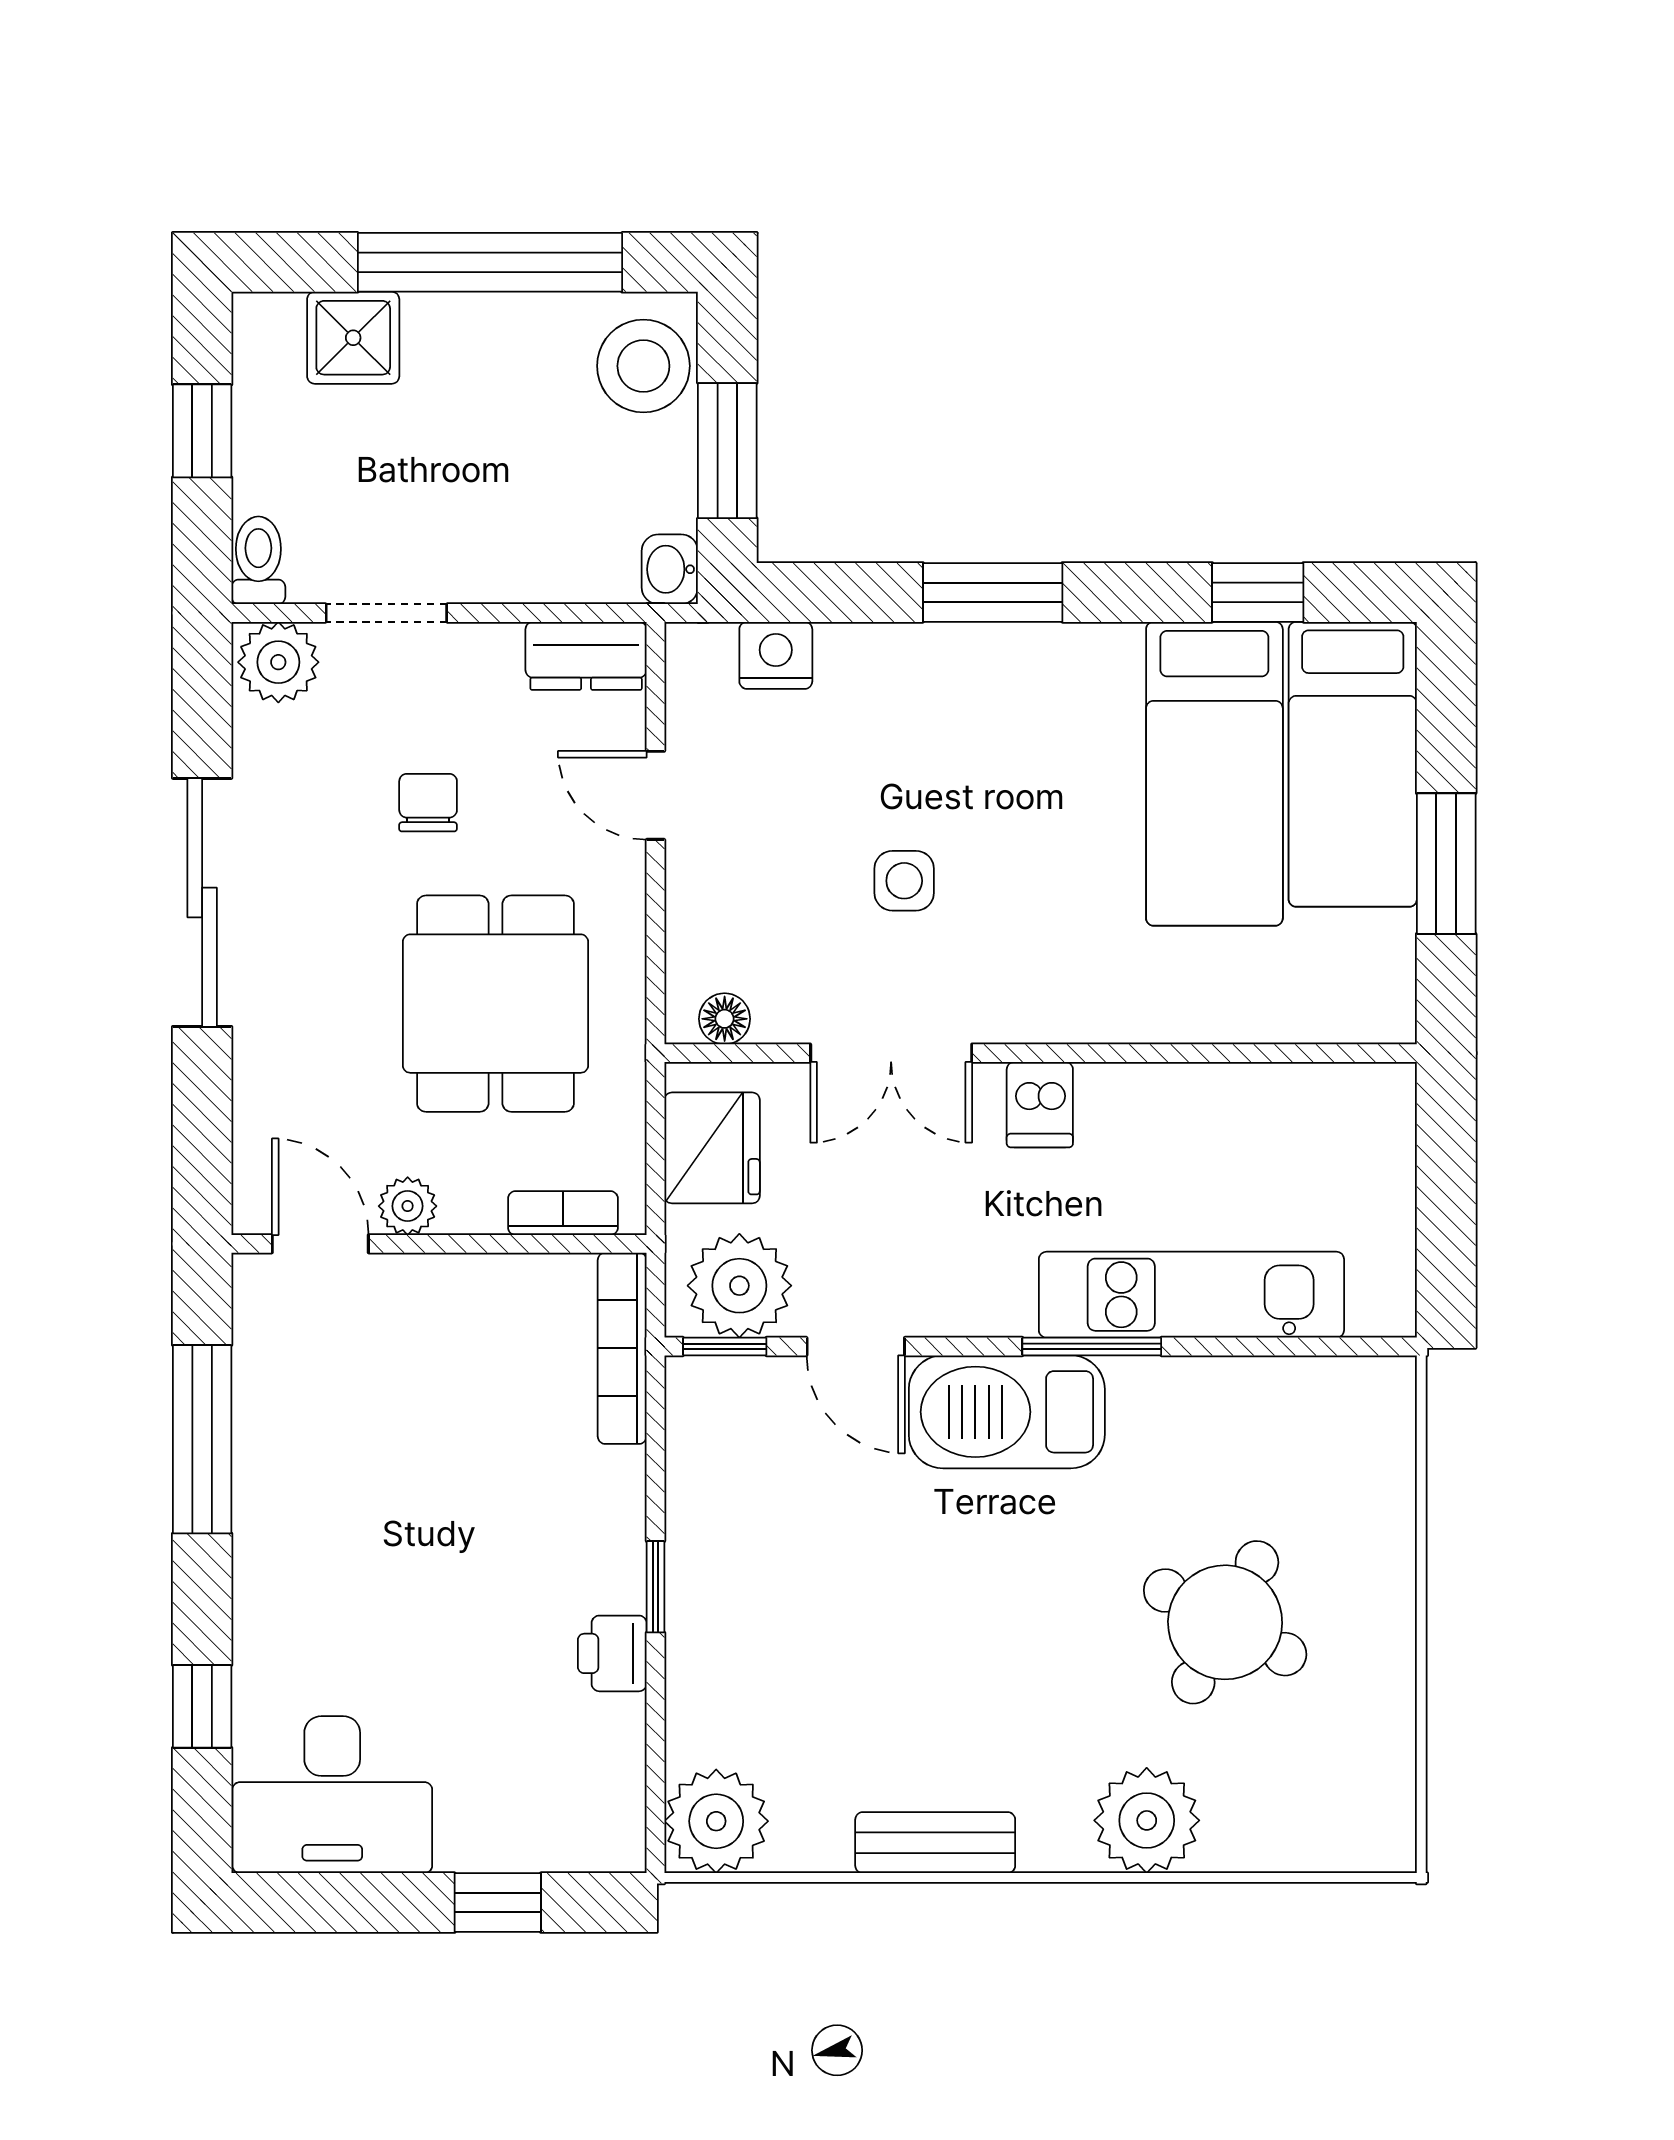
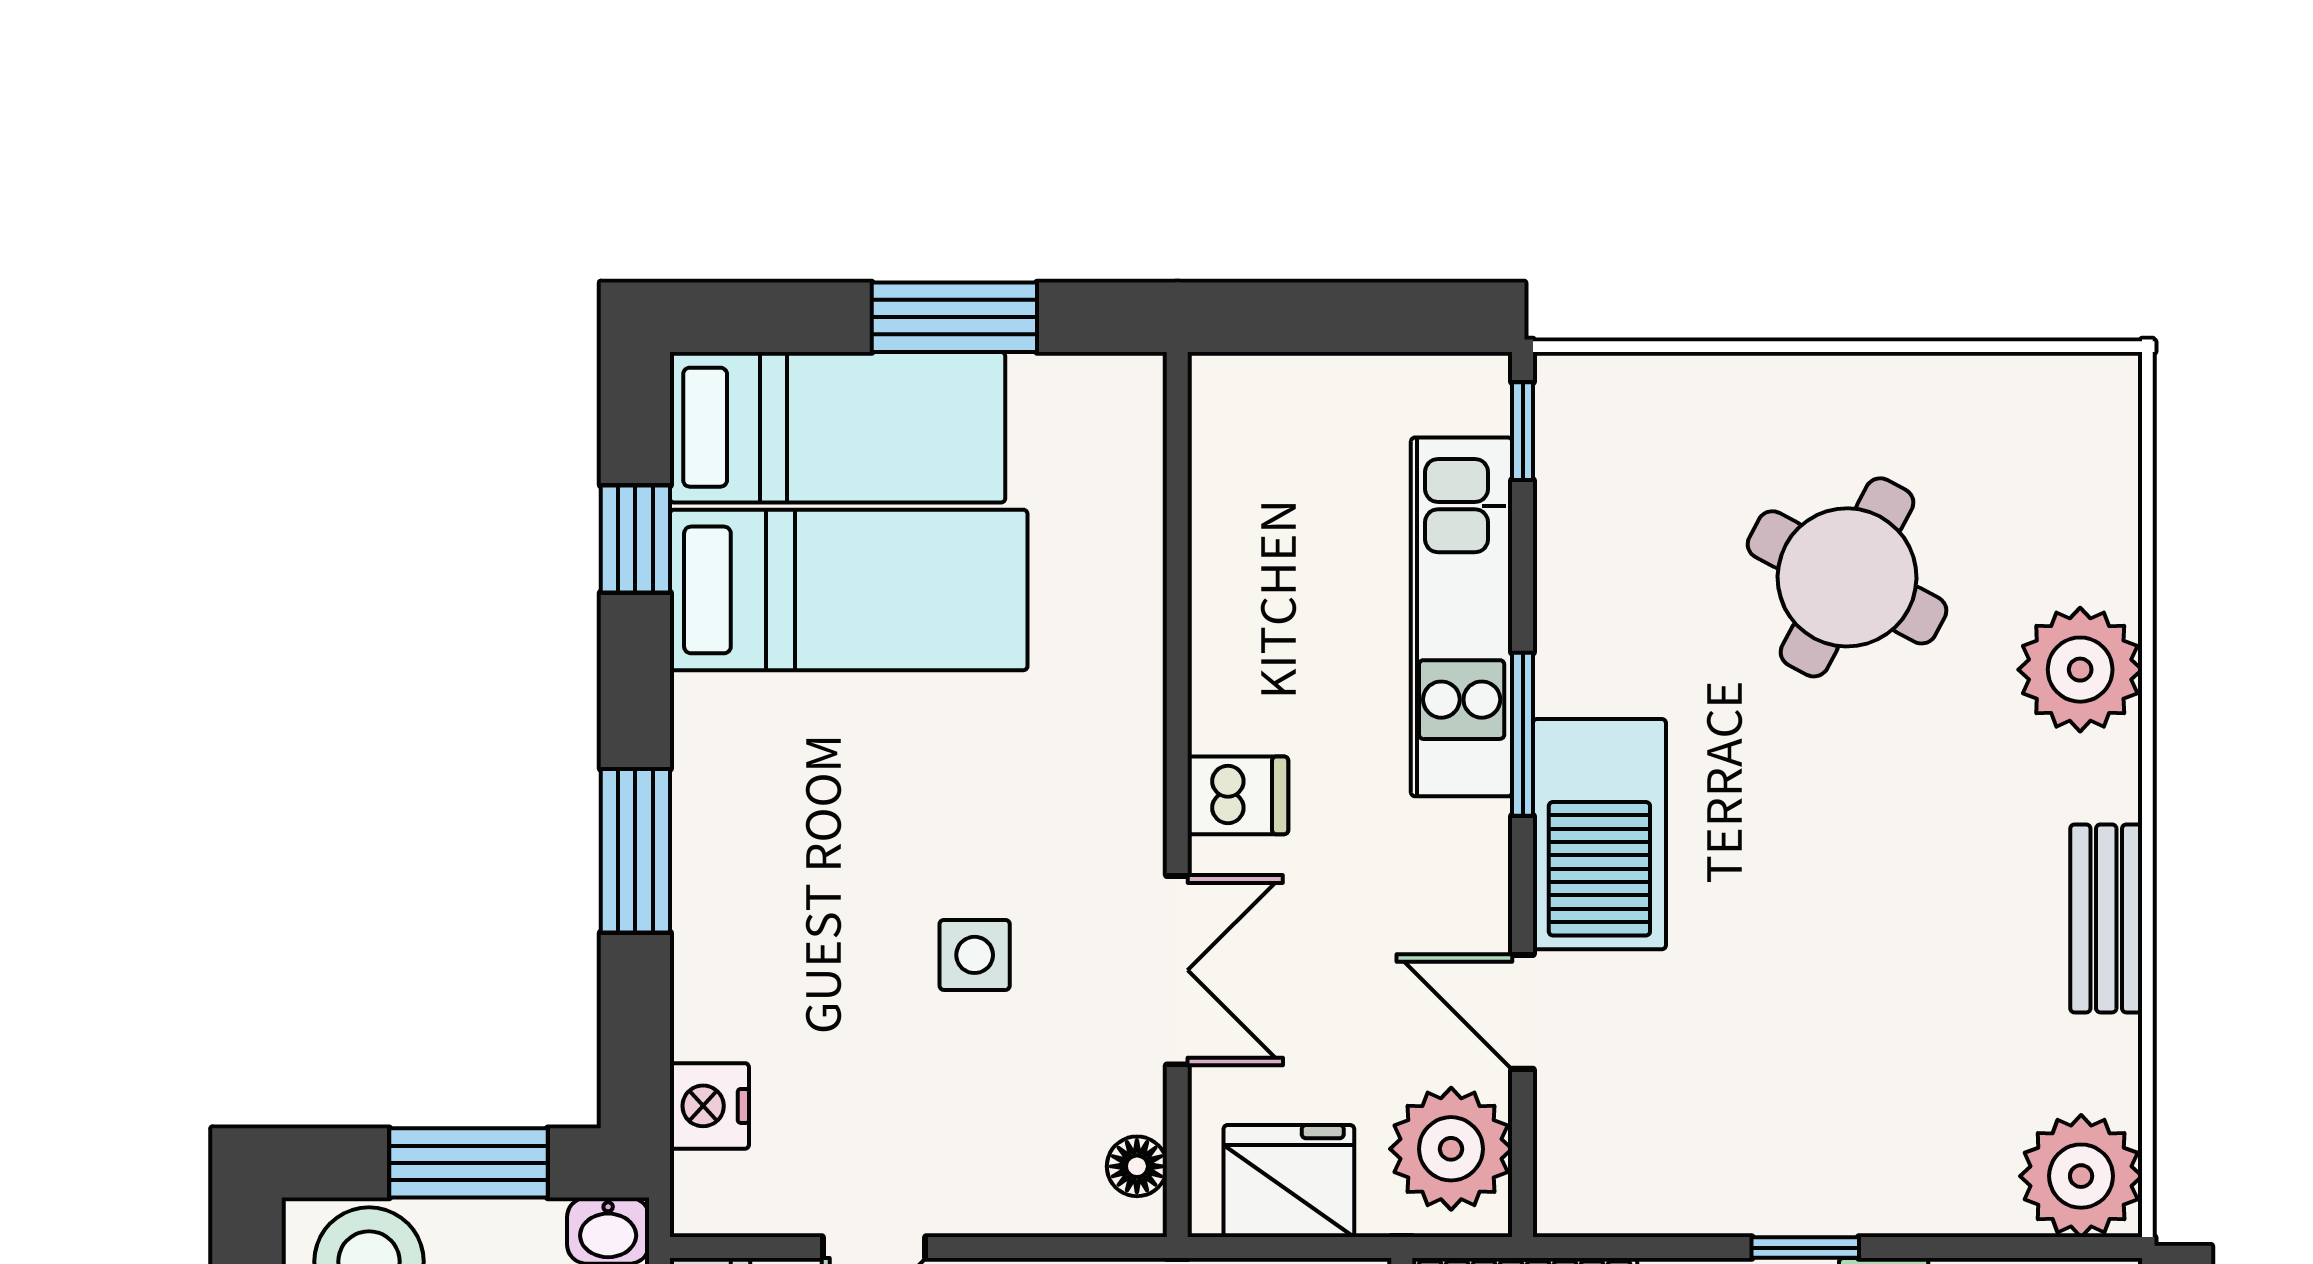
window: (725, 1347) -> (1523, 431), moved
door: (856, 1347) -> (1523, 1012), swing flipped

